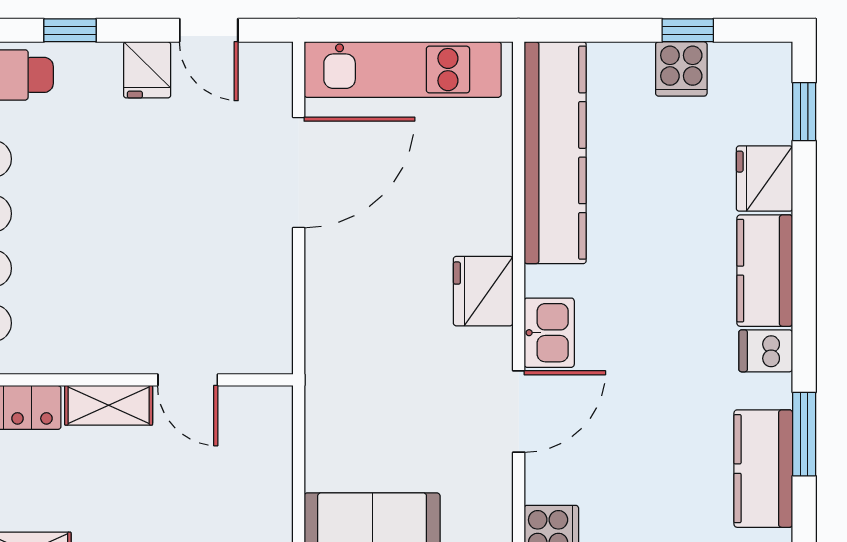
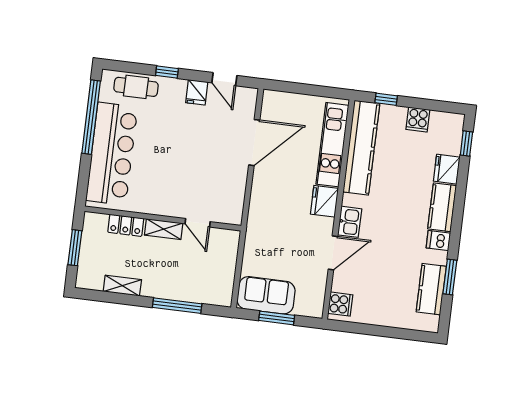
window: (688, 30) -> (386, 99), moved
kitchen unit: (403, 70) -> (332, 145), moved, turned 90

